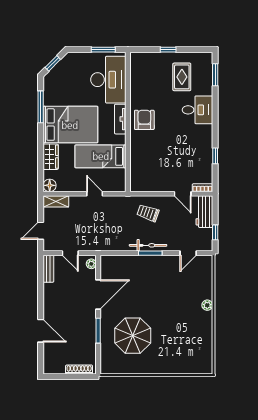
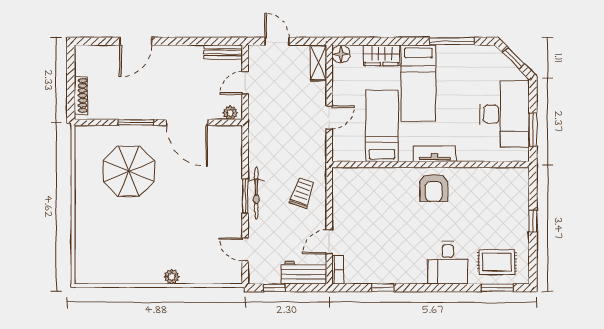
rug: (182, 77) -> (497, 262), moved
desk: (108, 80) -> (504, 114), moved, turned -90
armchair: (144, 120) -> (434, 188), turned 90
bed: (70, 125) -> (418, 83), width x0.67

